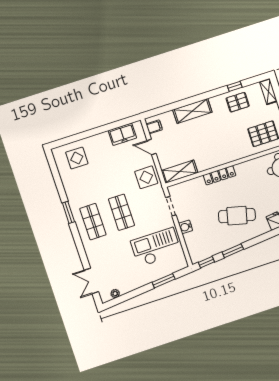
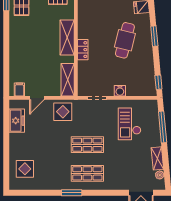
shelving: (192, 111) -> (67, 37), moved
locker: (220, 175) -> (83, 50), width x0.66
checkout: (156, 247) -> (130, 124), width x0.73, depth x0.83
window: (233, 251) -> (154, 36), moved
window: (164, 281) -> (163, 127), width x1.44
shelving: (131, 286) -> (157, 158), added

